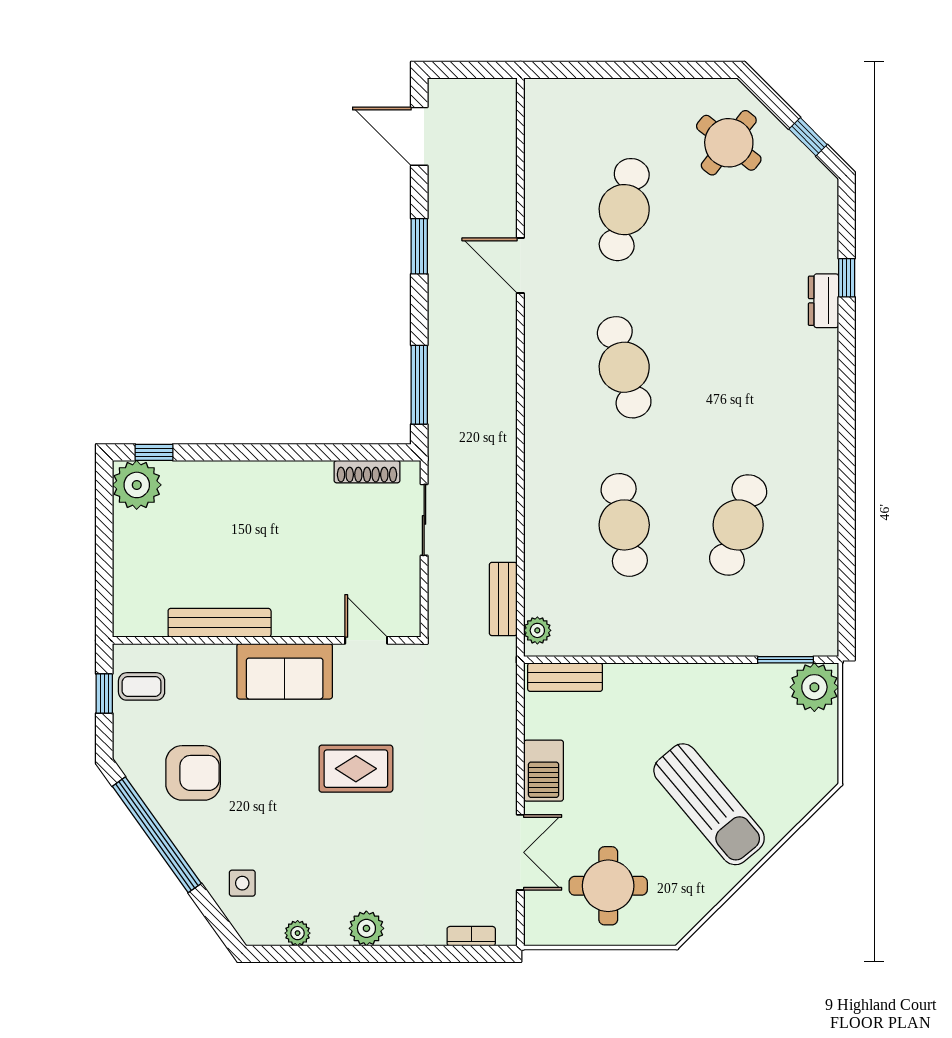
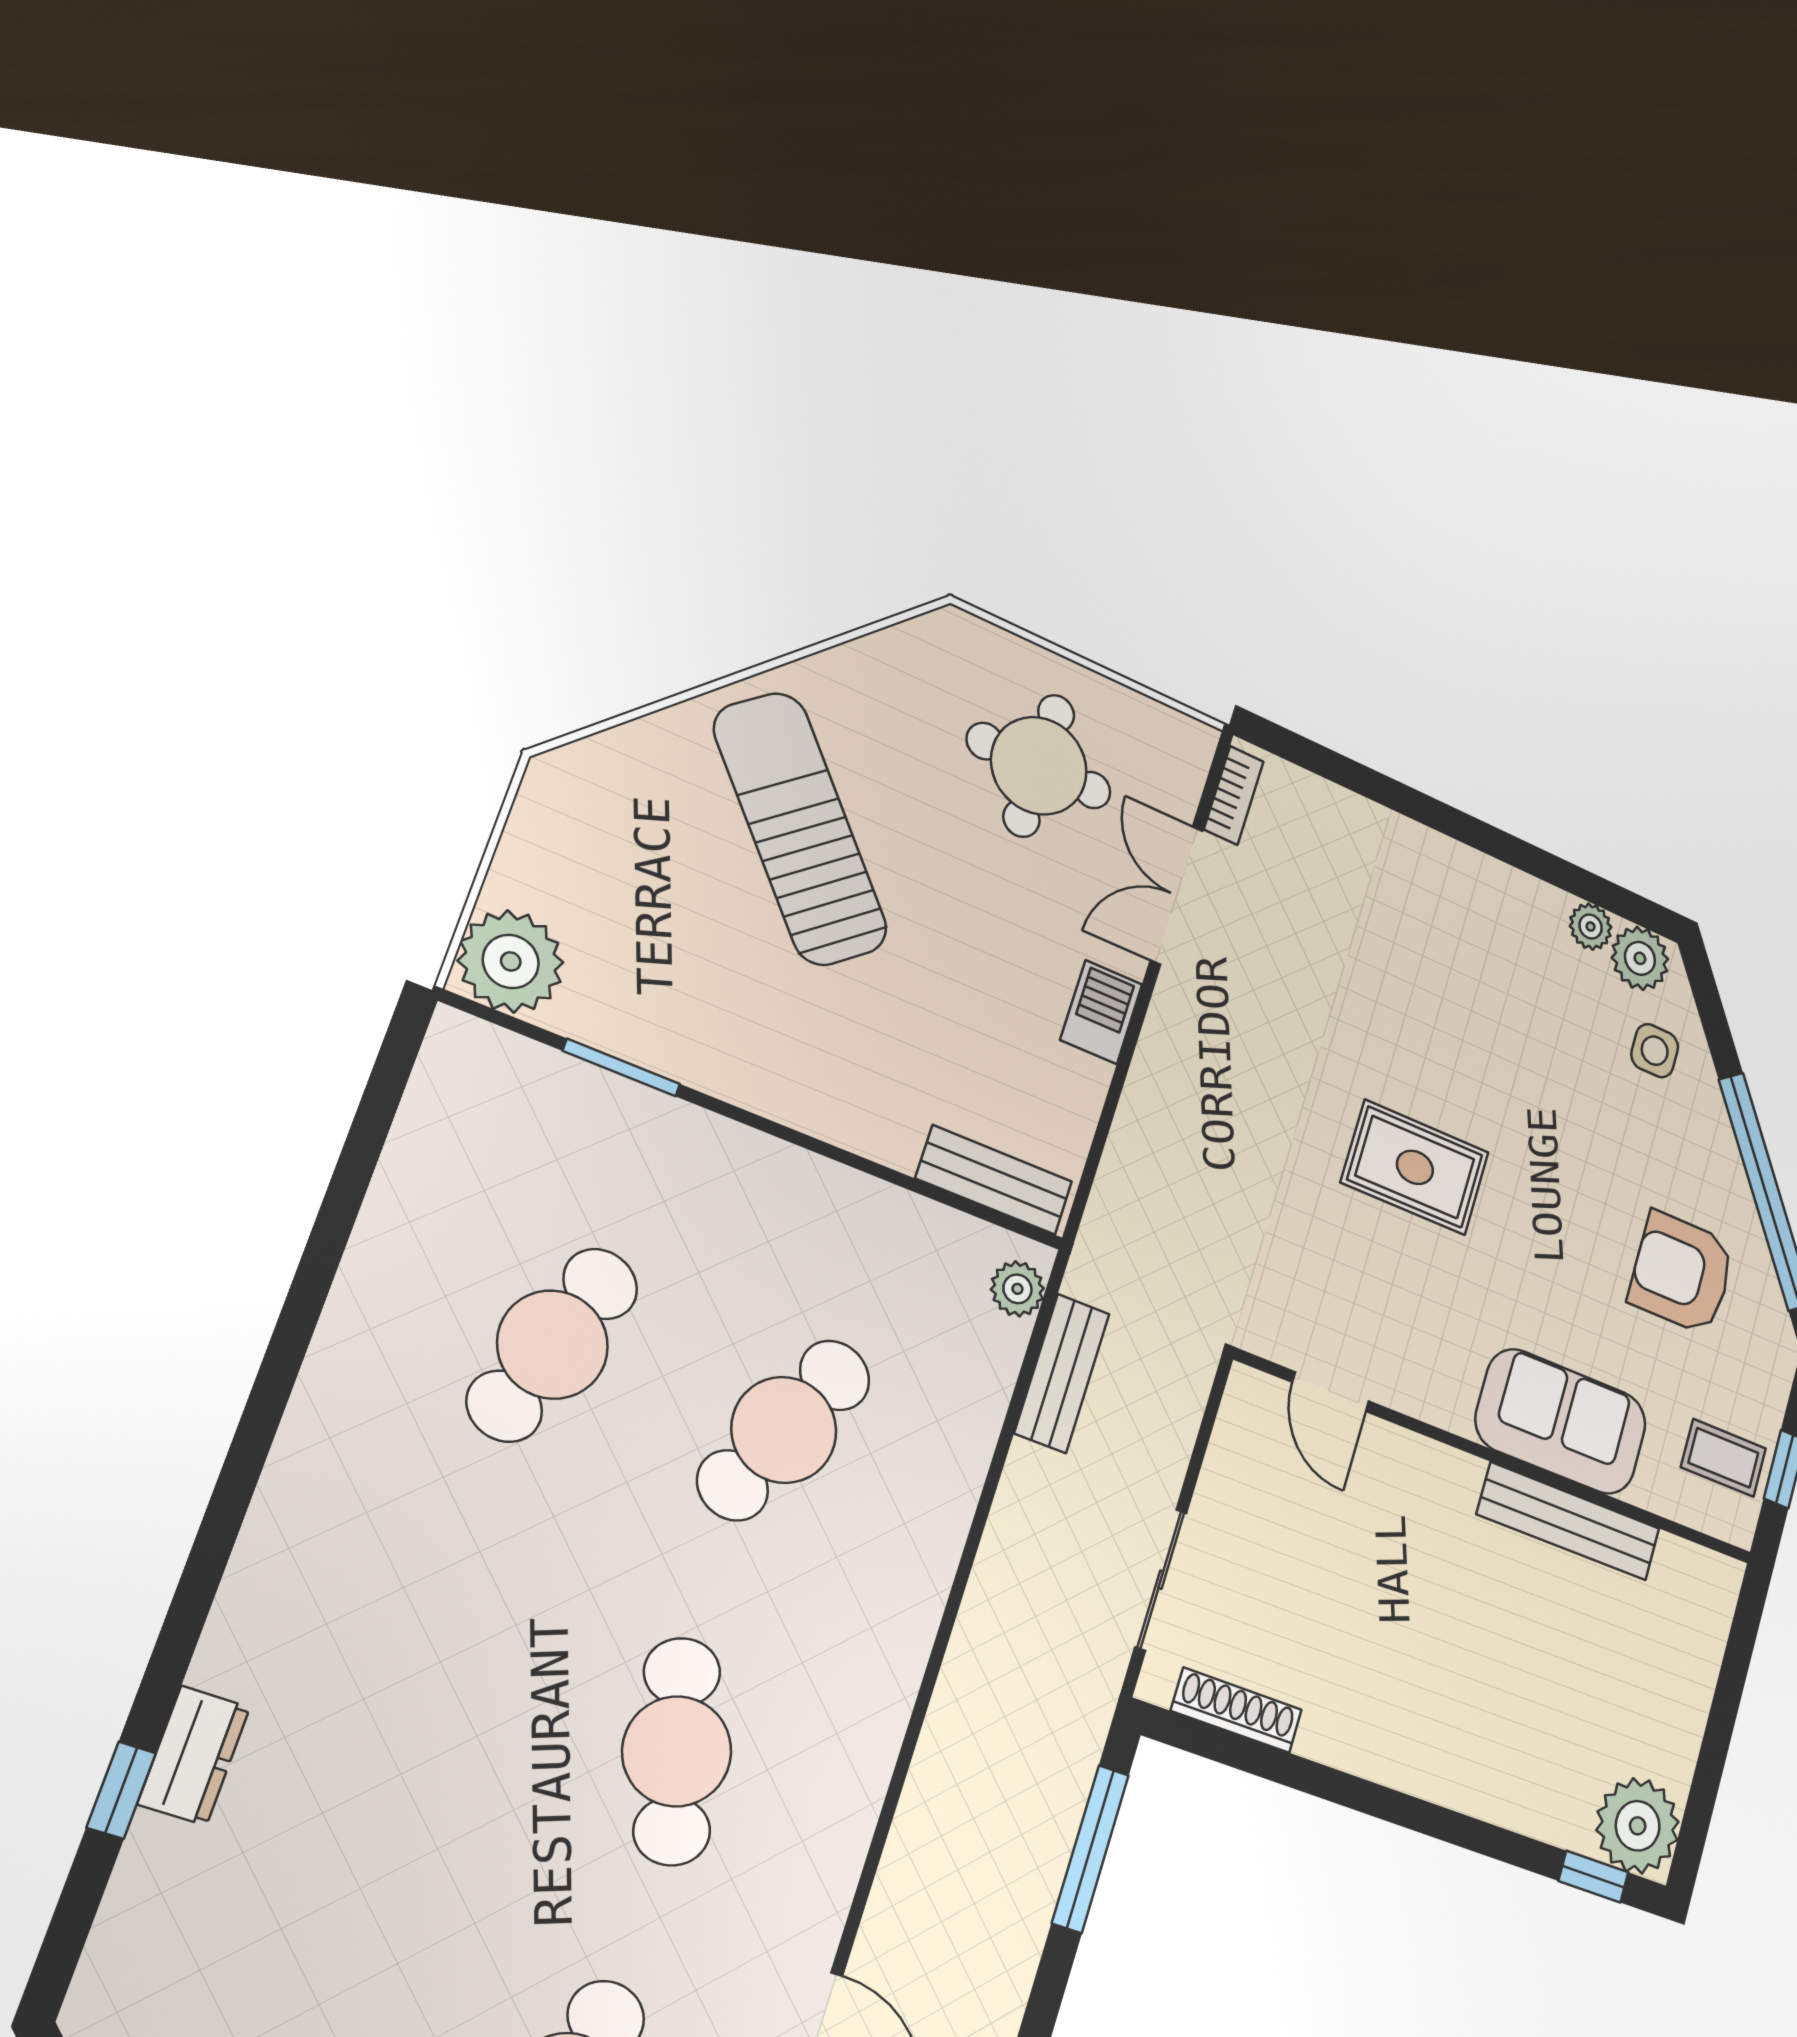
cafe table: (624, 525) -> (784, 1430), turned 33
window: (786, 660) -> (622, 1068), moved
sofa: (285, 671) -> (1561, 1422), moved
barbecue: (544, 771) -> (1101, 1012), width x0.73, depth x0.79
plant: (366, 928) -> (1640, 958), moved
bookcase: (471, 936) -> (1234, 795), moved, turned -90

